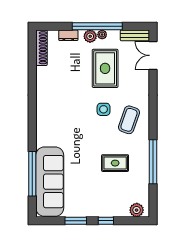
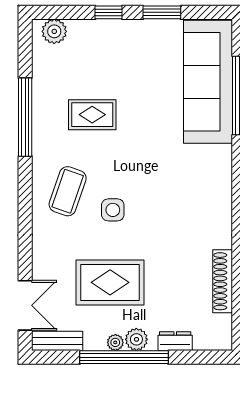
shoe rack: (42, 48) -> (223, 281), moved
rug: (105, 68) -> (110, 282), turned 90

